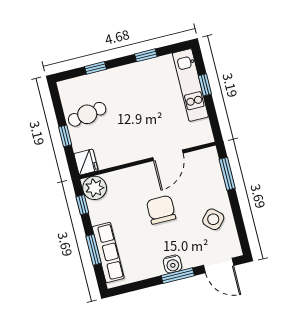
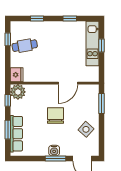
window: (65, 136) -> (8, 39), moved

